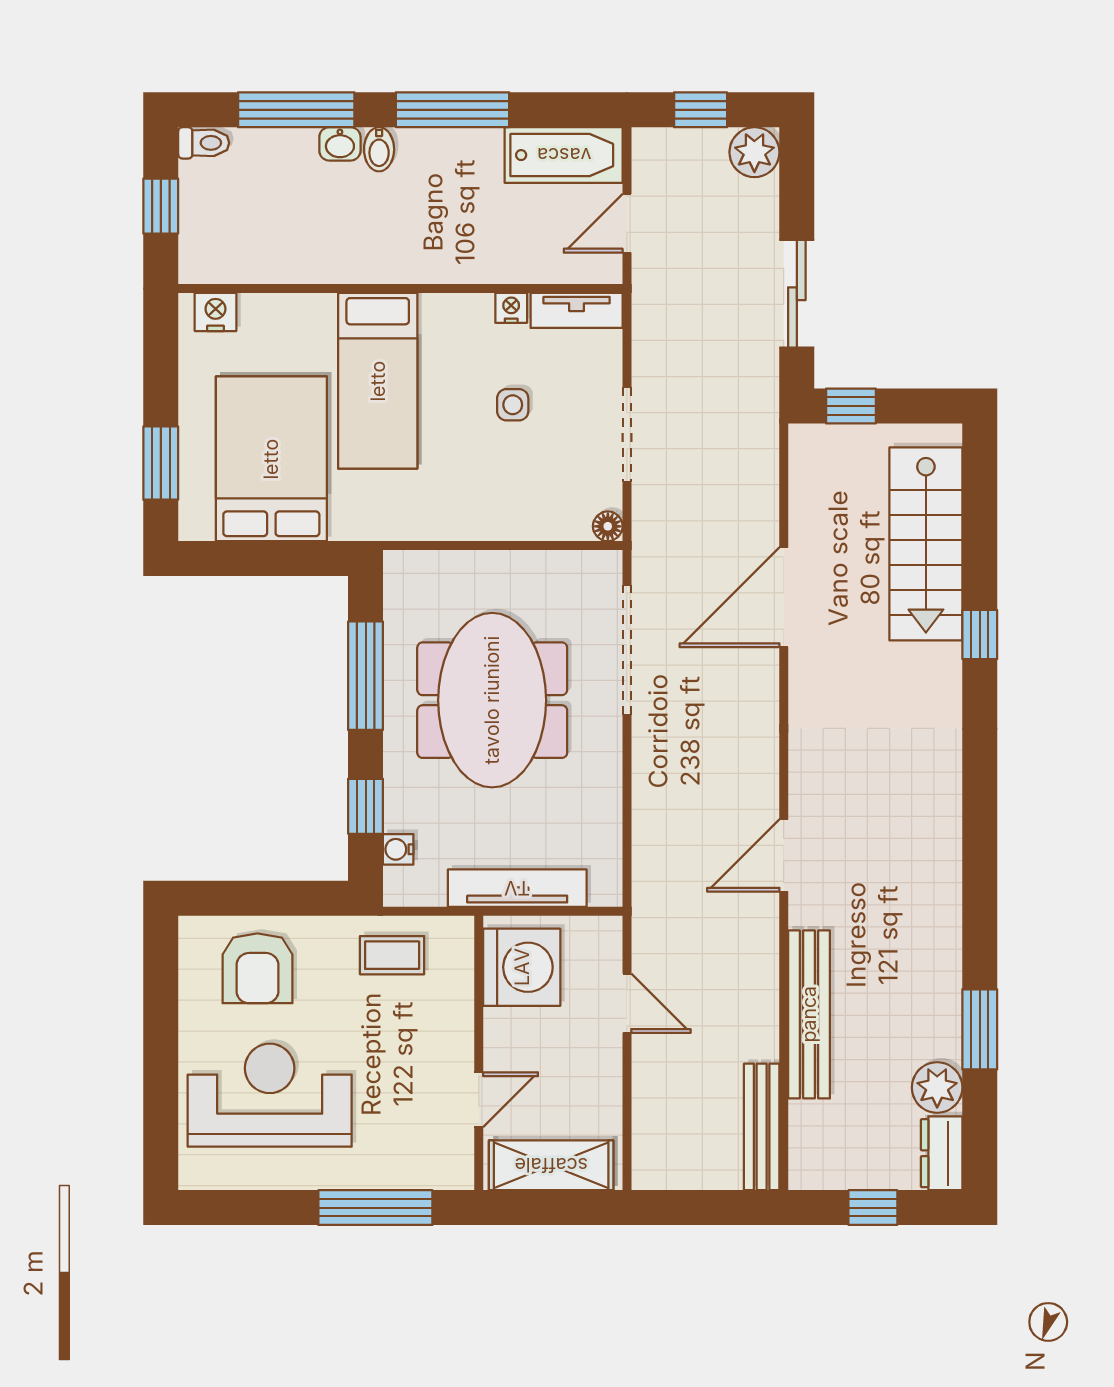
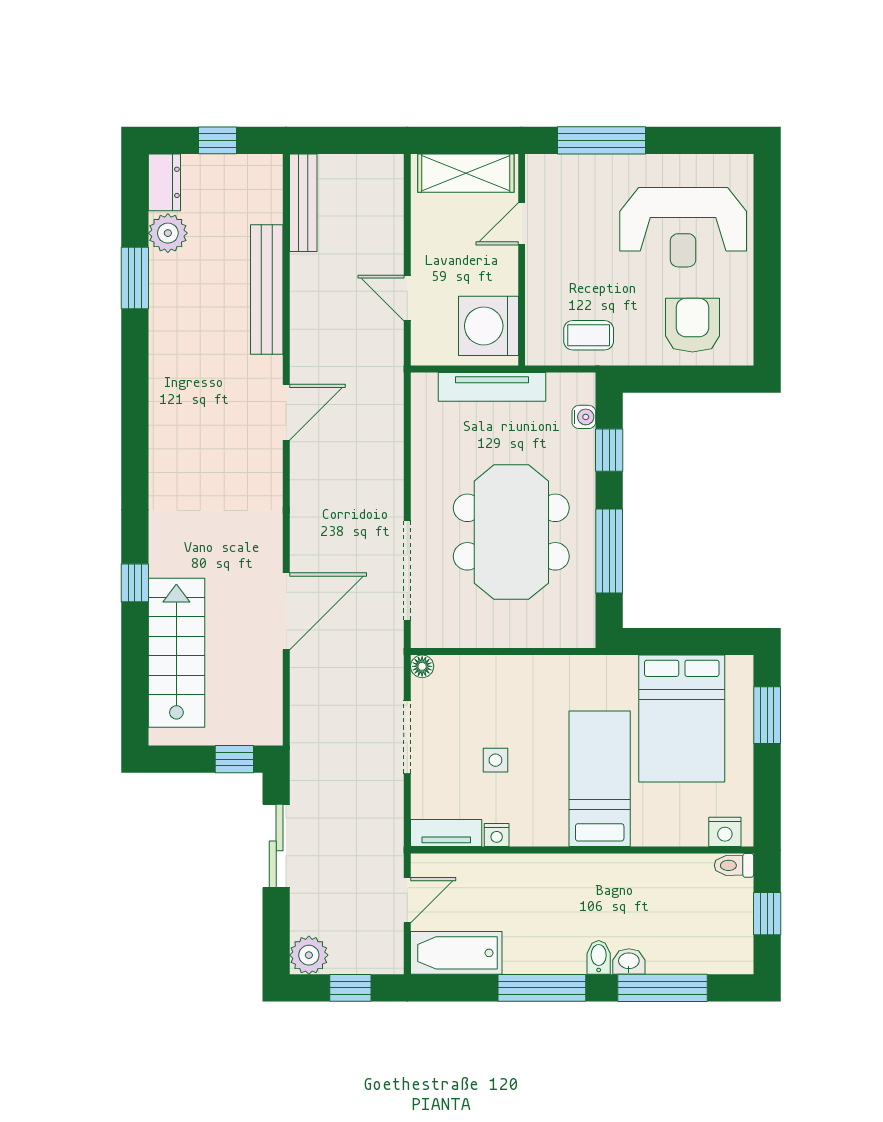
toilet: (204, 143) -> (734, 865), moved

